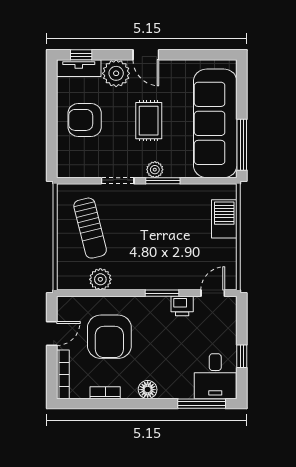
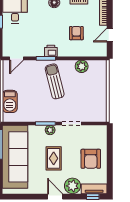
armchair: (85, 120) -> (91, 159), turned 90
sun lounger: (90, 228) -> (55, 81), moved
printer: (182, 306) -> (51, 51), moved
armchair: (109, 337) -> (76, 33), width x0.53, depth x0.53

